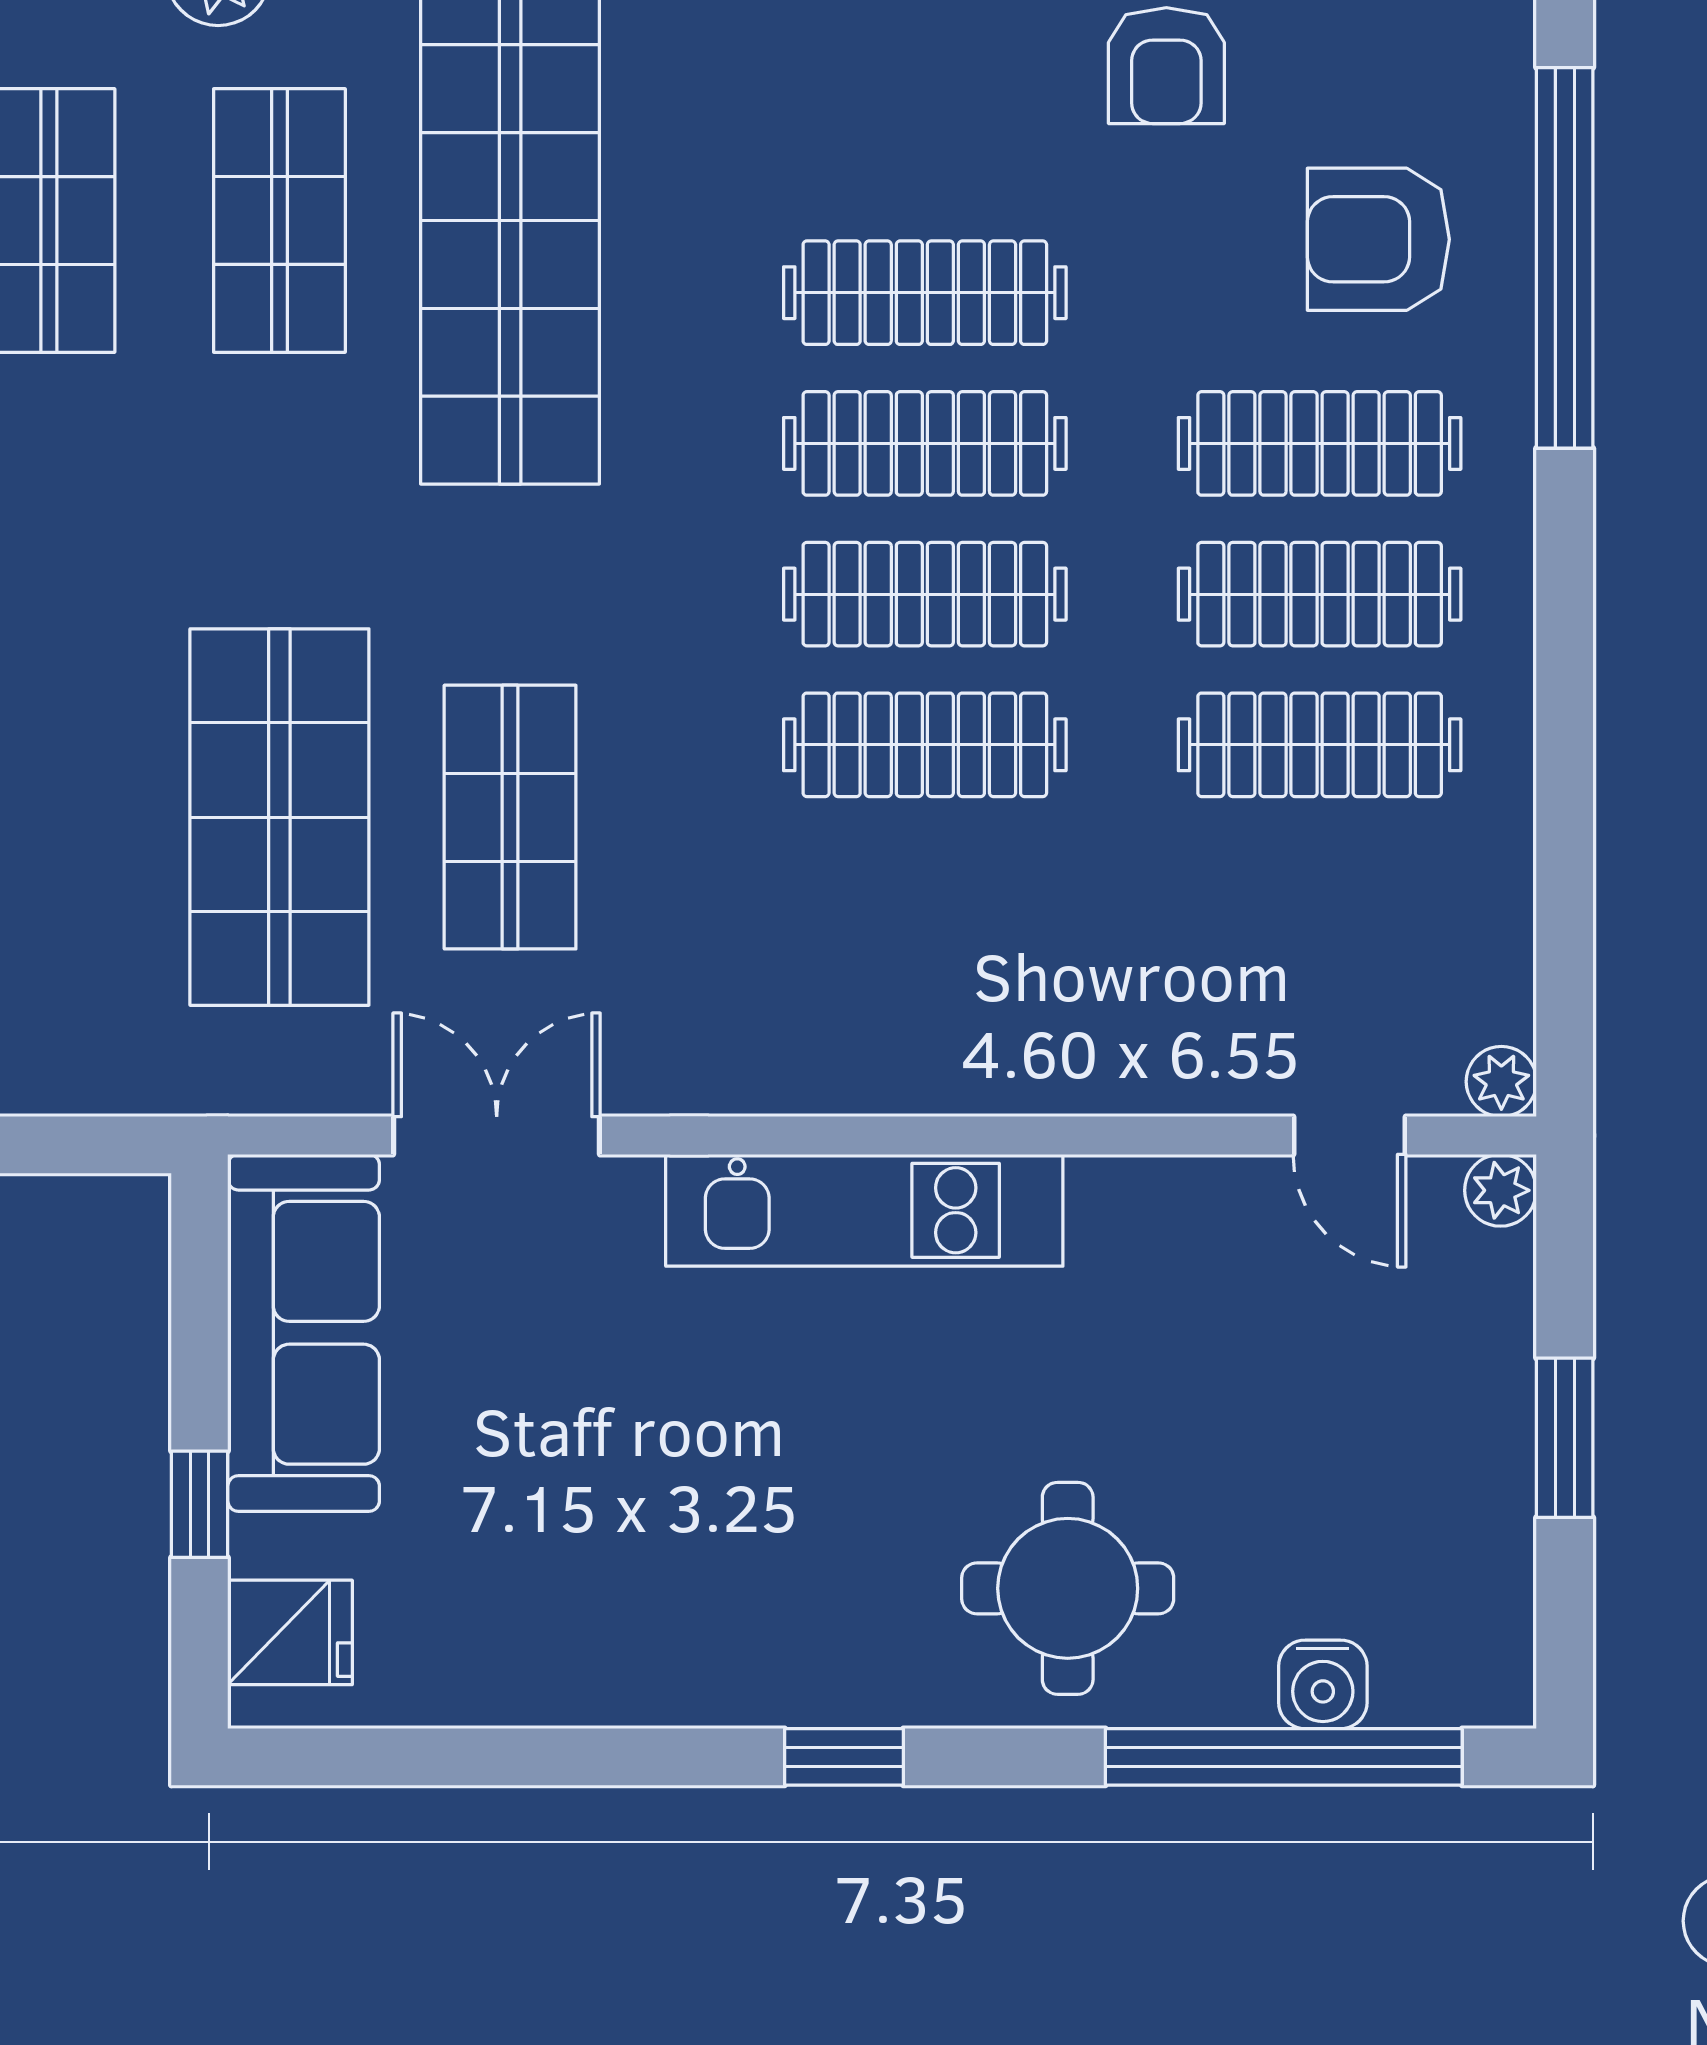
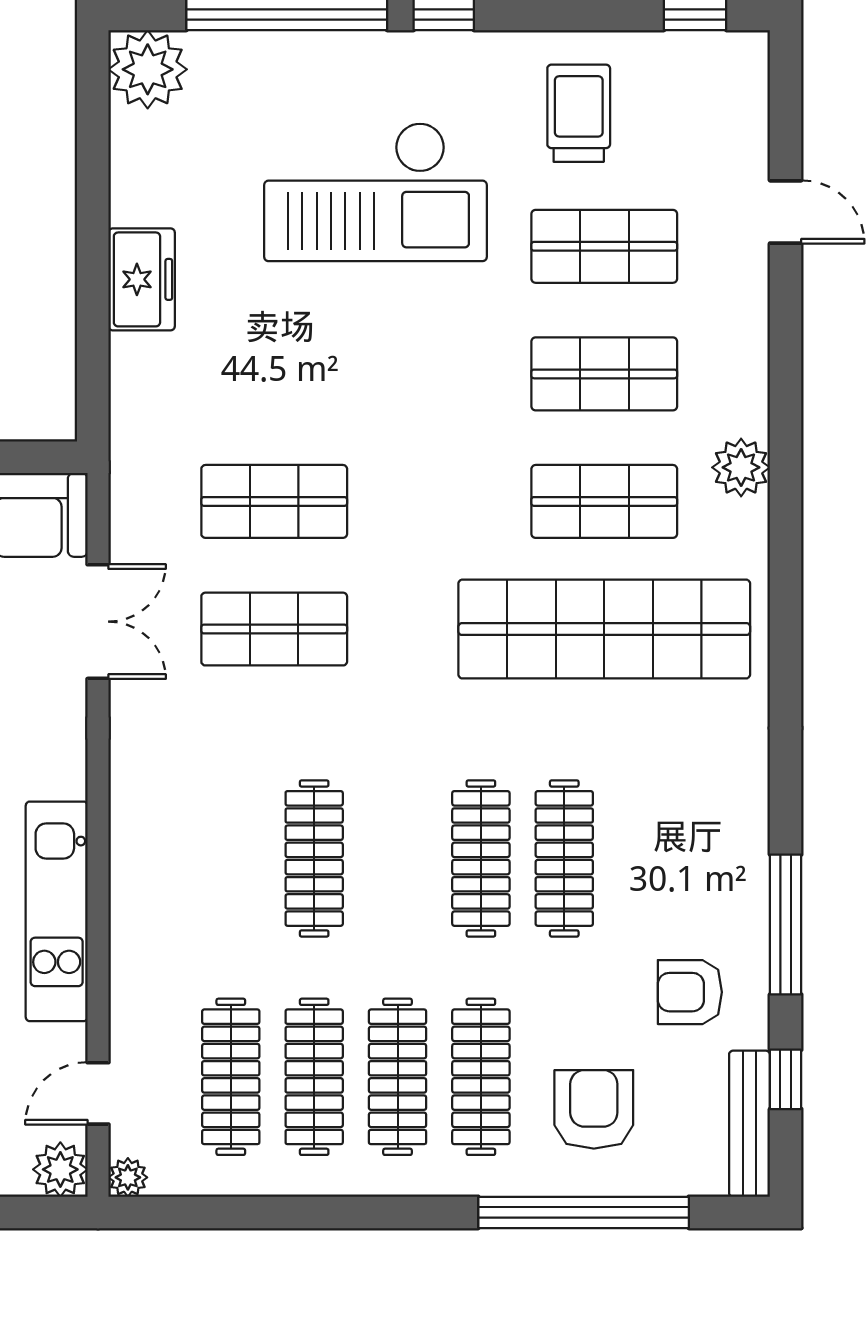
clothes rail: (925, 594) -> (231, 1077), moved
shop shelf: (279, 817) -> (274, 501), width x0.70, depth x0.74
plant: (1501, 1190) -> (60, 1169), width x1.38, depth x1.38
kitchen unit: (864, 1210) -> (57, 911), moved

